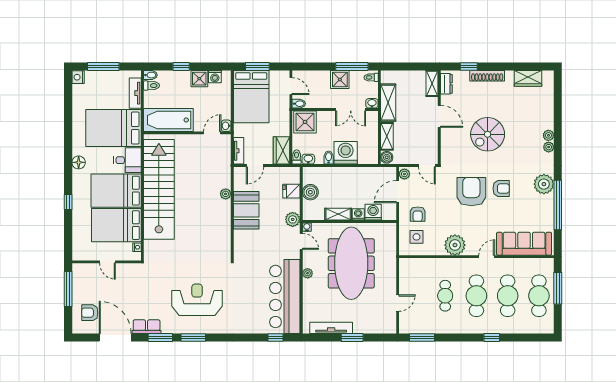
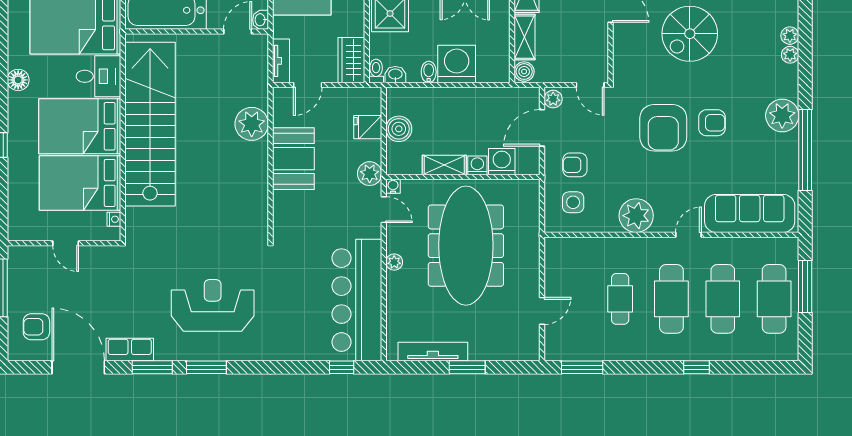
armchair: (471, 192) -> (663, 128), turned 180
plant: (226, 194) -> (252, 124), width x1.87, depth x1.87
armchair: (418, 214) -> (575, 165), turned 90

